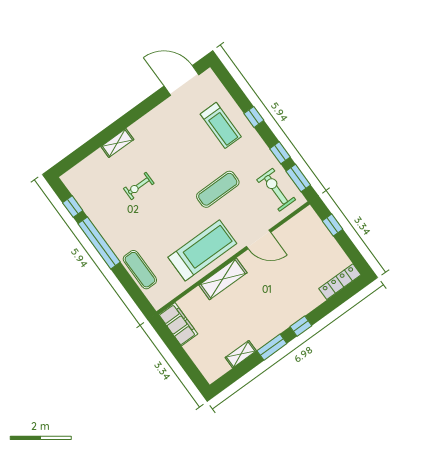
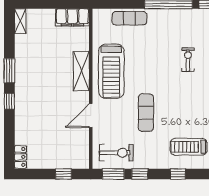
locker: (340, 282) -> (21, 157), width x0.66
shelving: (241, 354) -> (20, 21), moved

